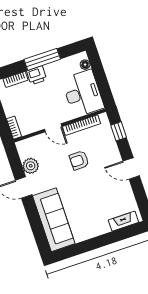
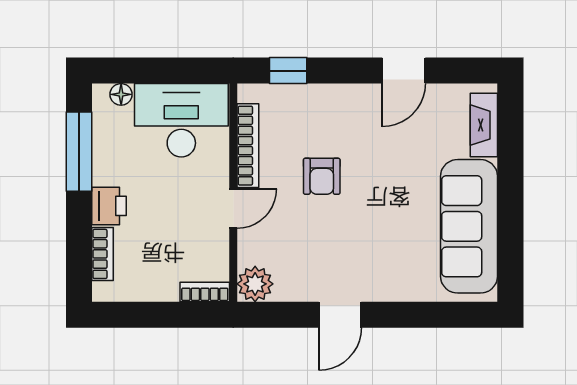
window: (42, 59) -> (79, 152), moved
plant: (31, 166) -> (255, 284), moved
door: (131, 168) -> (404, 71), moved
sofa: (54, 220) -> (469, 226), moved, turned -90

